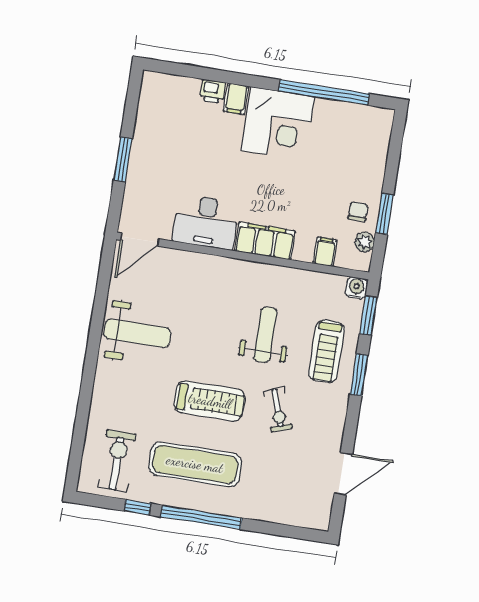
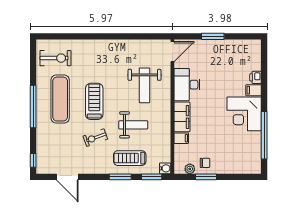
door: (140, 240) -> (172, 52), swing flipped
filing cabinet: (325, 252) -> (181, 138), moved
weight bench: (137, 333) -> (144, 85), moved
treadmill: (210, 401) -> (94, 101), turned 180
window: (138, 507) -> (33, 160), moved

